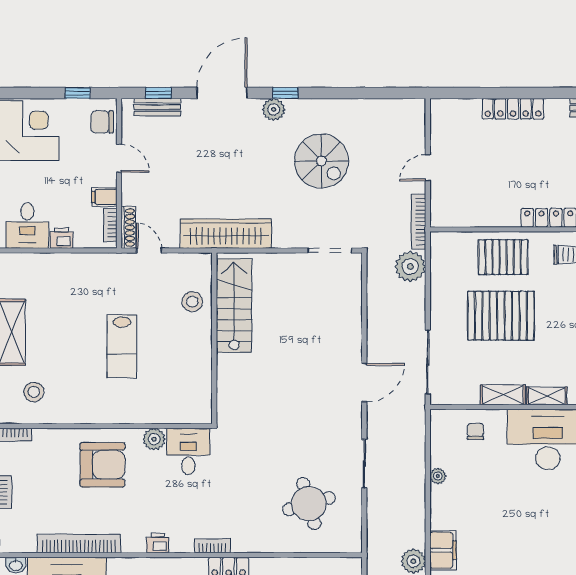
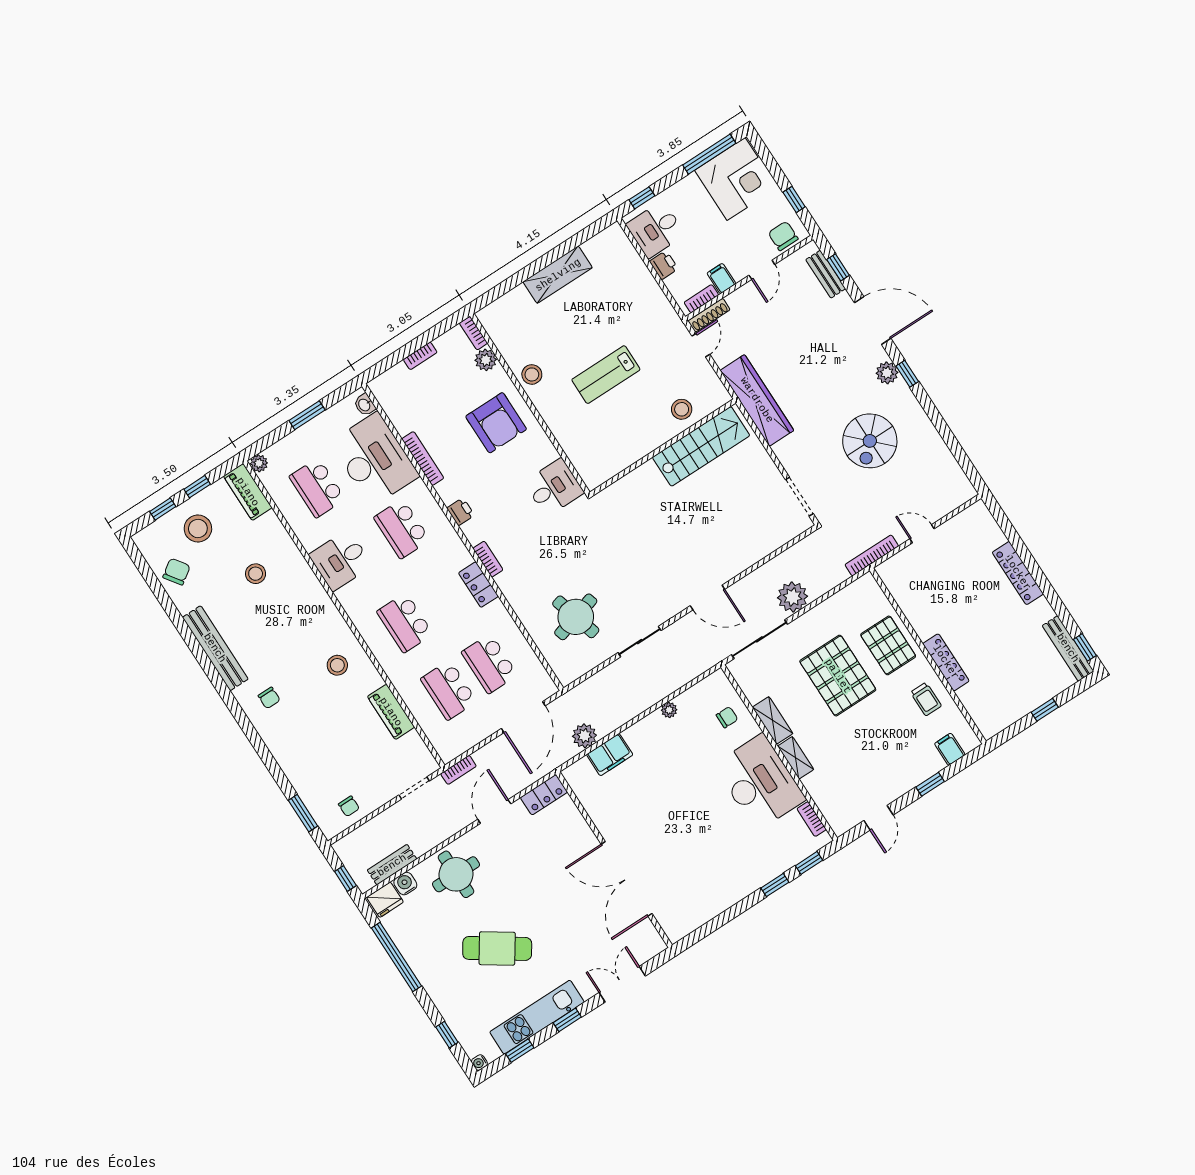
plant: (410, 267) -> (793, 597), moved
stool: (34, 392) -> (532, 374), moved
plant: (154, 439) -> (486, 360), moved
bookcase: (79, 543) -> (423, 458), width x0.68, depth x0.76

